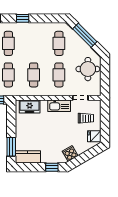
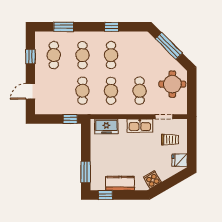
window: (23, 18) -> (112, 27), moved
cafe table: (59, 43) -> (111, 55), moved
kitchen counter: (28, 157) -> (120, 183), moved
window: (52, 167) -> (105, 195), moved

